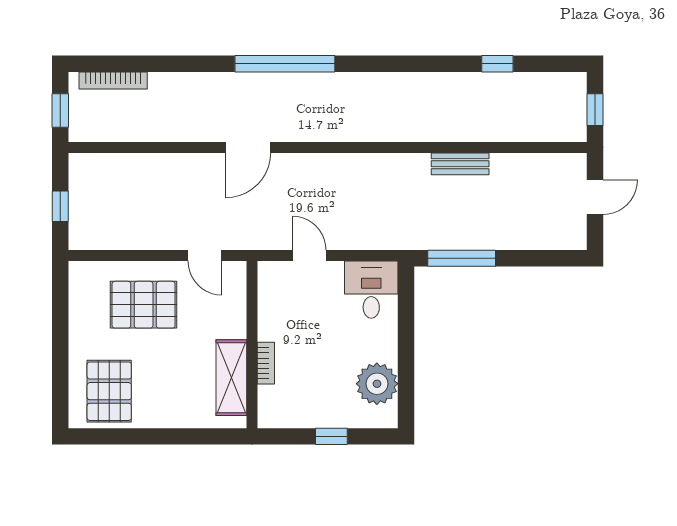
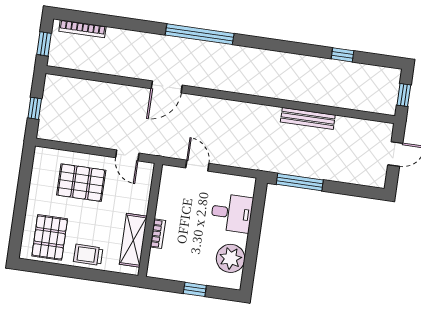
bench: (460, 164) -> (308, 118), width x1.36
desk: (371, 290) -> (232, 213), moved, turned 90
trolley: (169, 408) -> (88, 255), added

